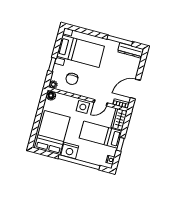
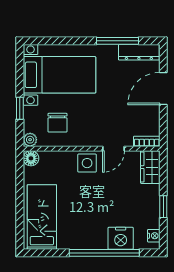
door: (135, 89) -> (163, 89), moved
bed: (52, 133) -> (42, 217), width x0.67
bed: (101, 135) -> (127, 200), removed
nightstand: (70, 151) -> (121, 238), moved

